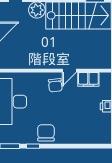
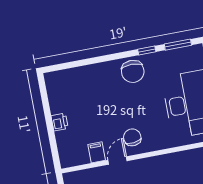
filing cabinet: (88, 79) -> (97, 152), width x0.50

